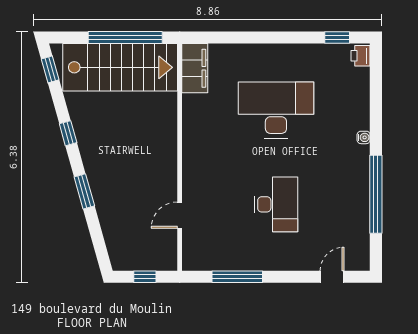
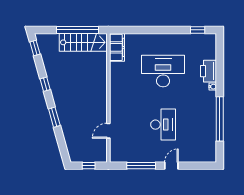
printer: (361, 56) -> (208, 71), moved, width x1.87, depth x1.48
stairs: (120, 67) -> (83, 42), width x0.73, depth x0.66
door: (332, 277) -> (171, 166), moved

